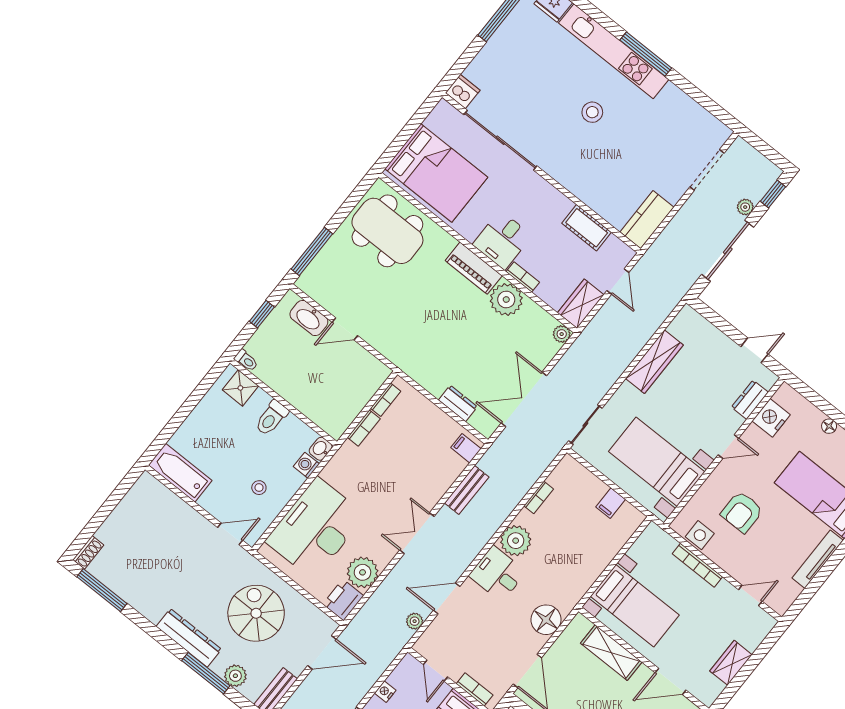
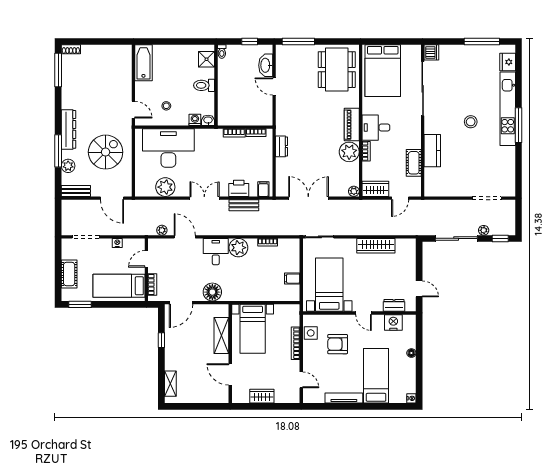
kitchen counter: (647, 220) -> (432, 151), moved, turned 90
dresser: (458, 403) -> (282, 146), moved
printer: (343, 600) -> (239, 188), moved

